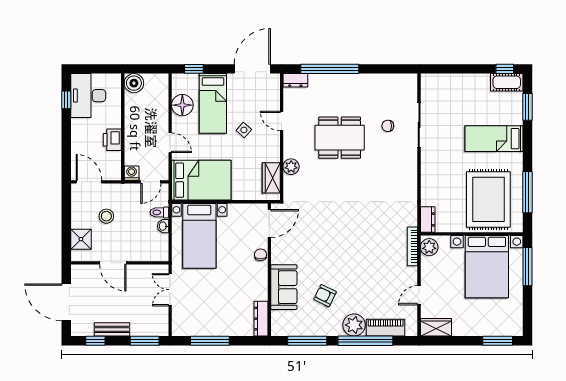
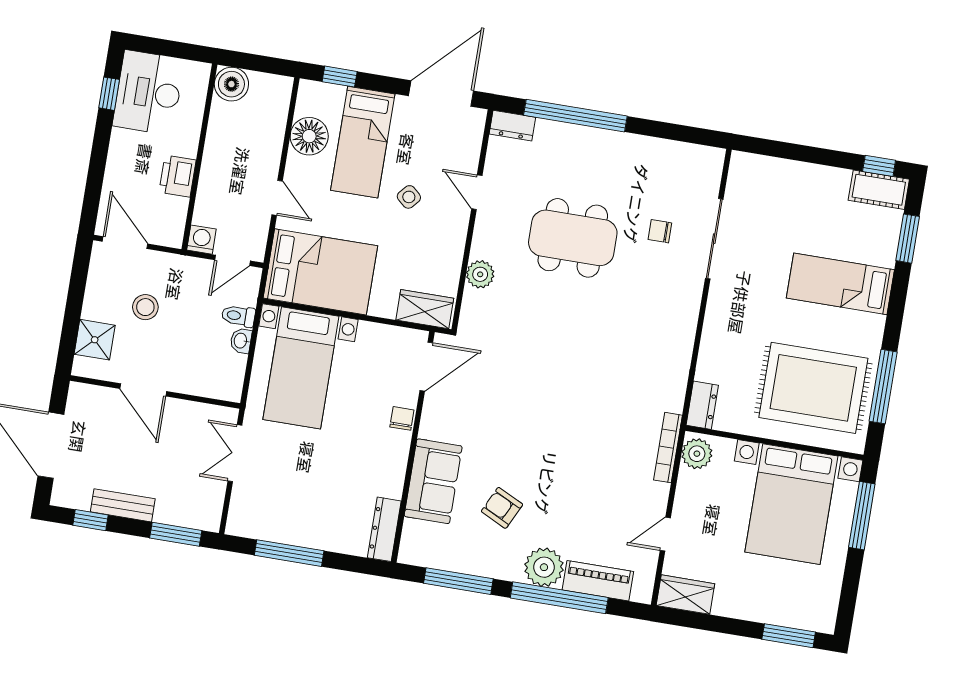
wardrobe: (271, 178) -> (425, 309), moved, turned 90
rug: (488, 199) -> (813, 388), turned 90

